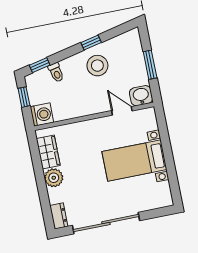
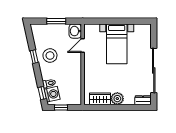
washing machine: (42, 115) -> (52, 94), moved, turned 78

